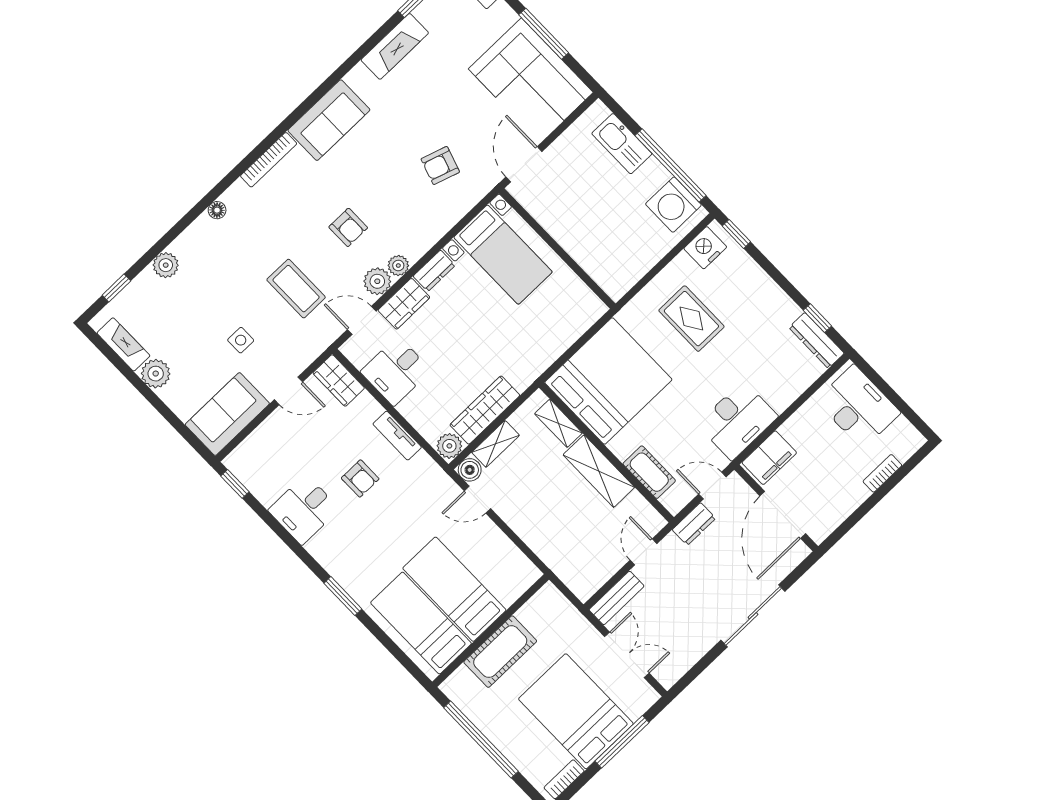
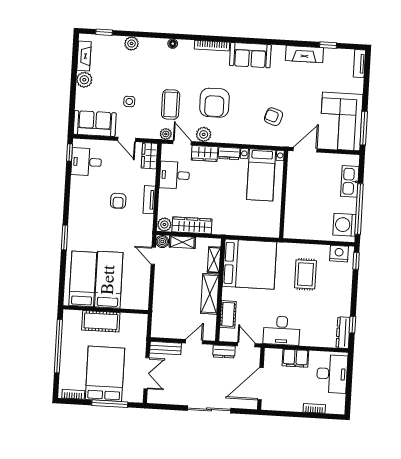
window: (544, 34) -> (364, 128), moved
armchair: (348, 227) -> (214, 103), width x1.88, depth x1.88
plant: (398, 266) -> (166, 134), moved
filing cabinet: (769, 458) -> (295, 358), moved
desk: (304, 510) -> (86, 162), moved

